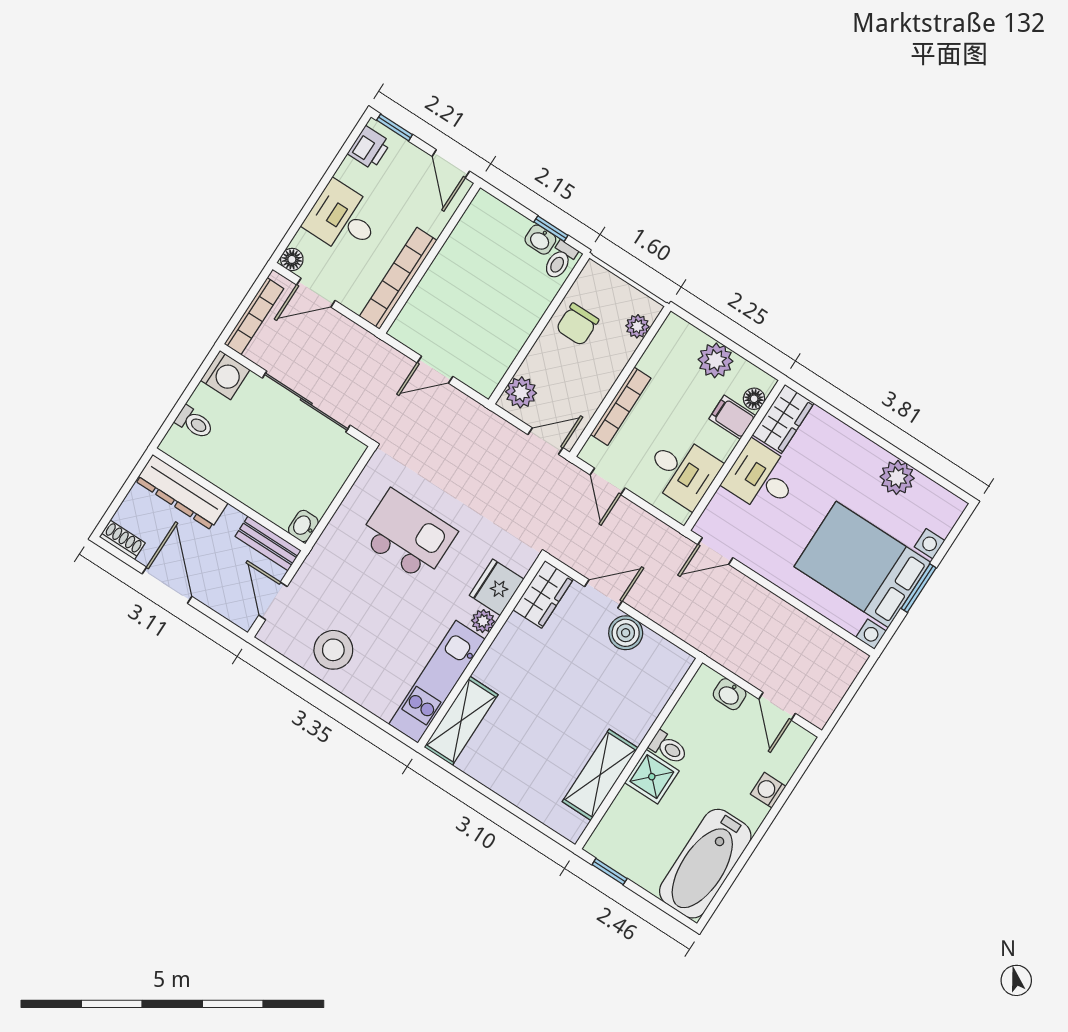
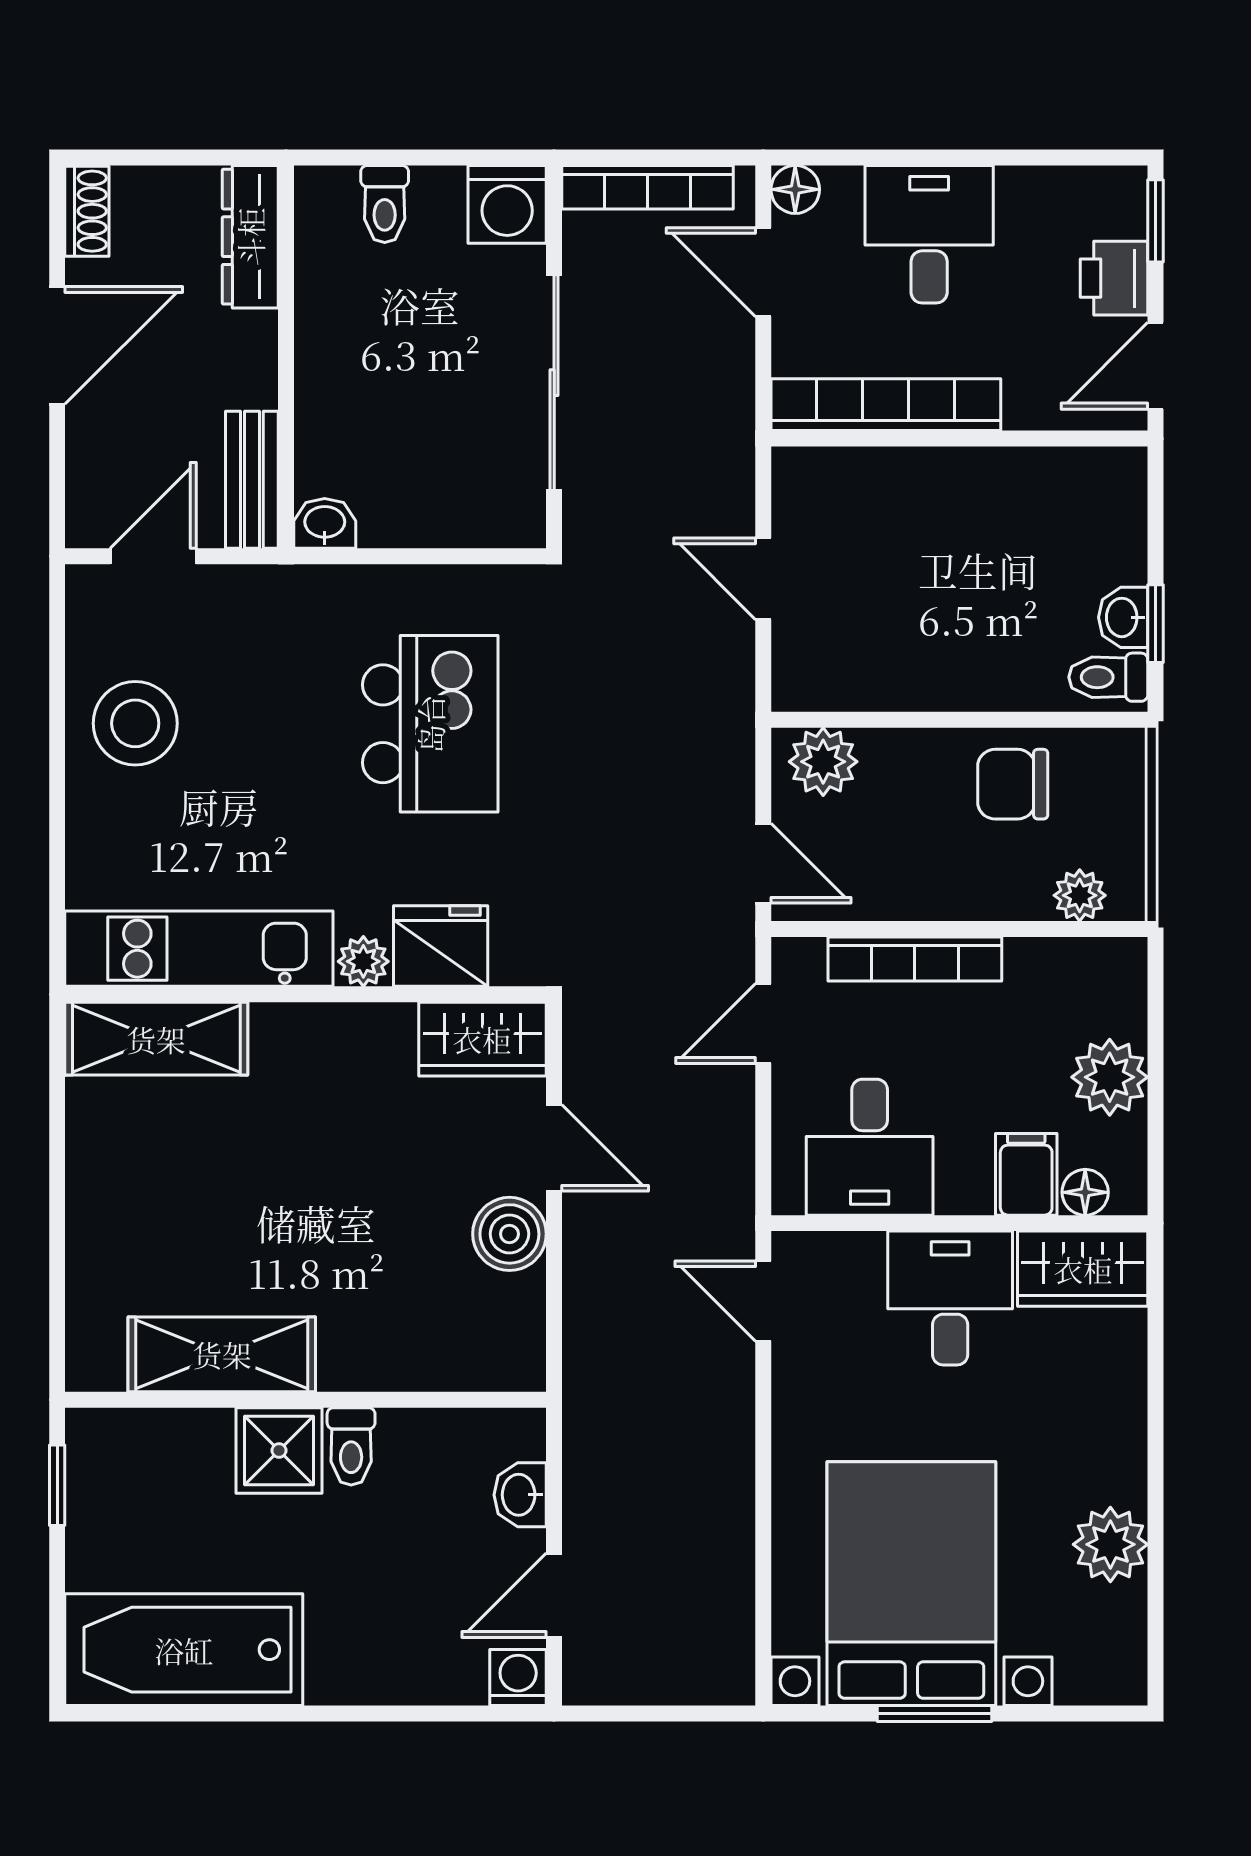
printer: (369, 148) -> (1114, 278), moved, turned 90
dresser: (182, 492) -> (250, 237), width x0.73, depth x0.80
washing machine: (768, 790) -> (518, 1678), moved

